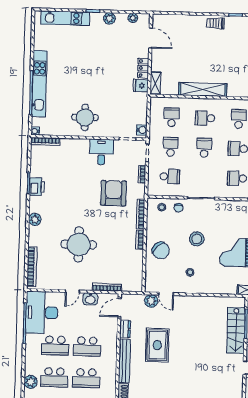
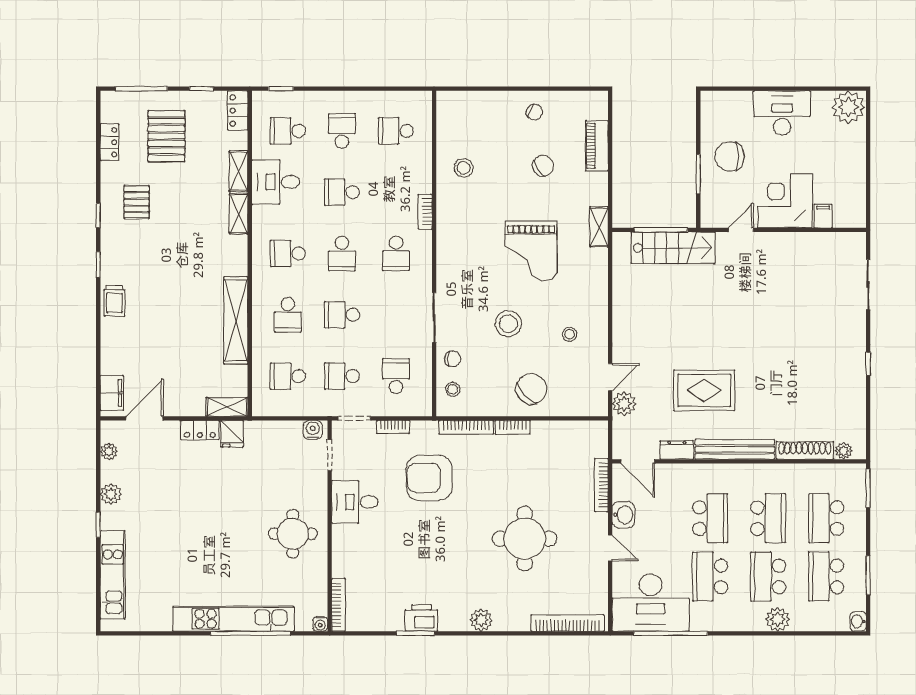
filing cabinet: (165, 20) -> (112, 393), added
school desk: (55, 346) -> (710, 576), turned 180
school desk: (54, 377) -> (768, 576), turned 180

